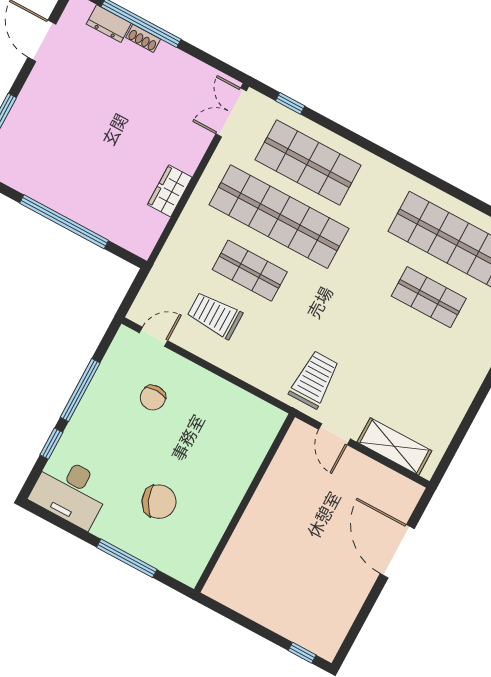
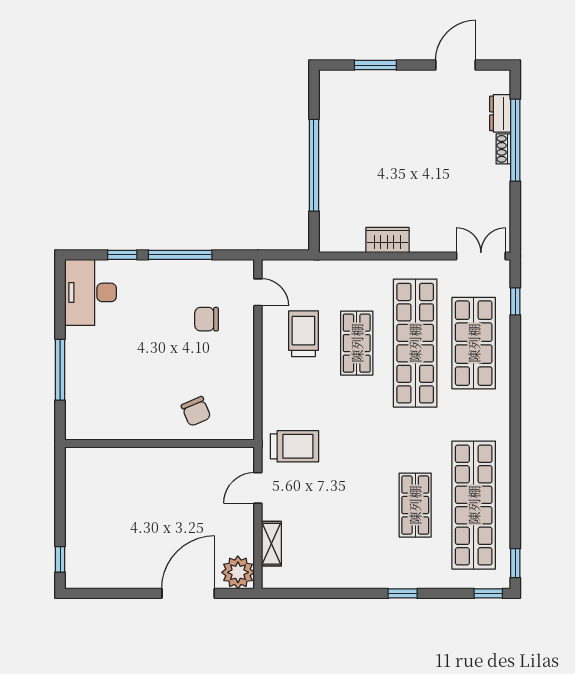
shelving: (394, 446) -> (271, 544), width x0.67, depth x0.75
plant: (403, 495) -> (238, 572), added
chair: (159, 502) -> (196, 411), moved, width x0.73, depth x0.73

